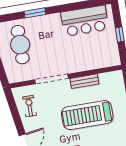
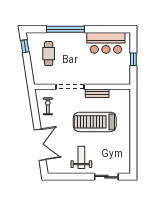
window: (35, 13) -> (66, 29), width x2.11
cafe table: (20, 45) -> (49, 54), width x0.73, depth x0.74

